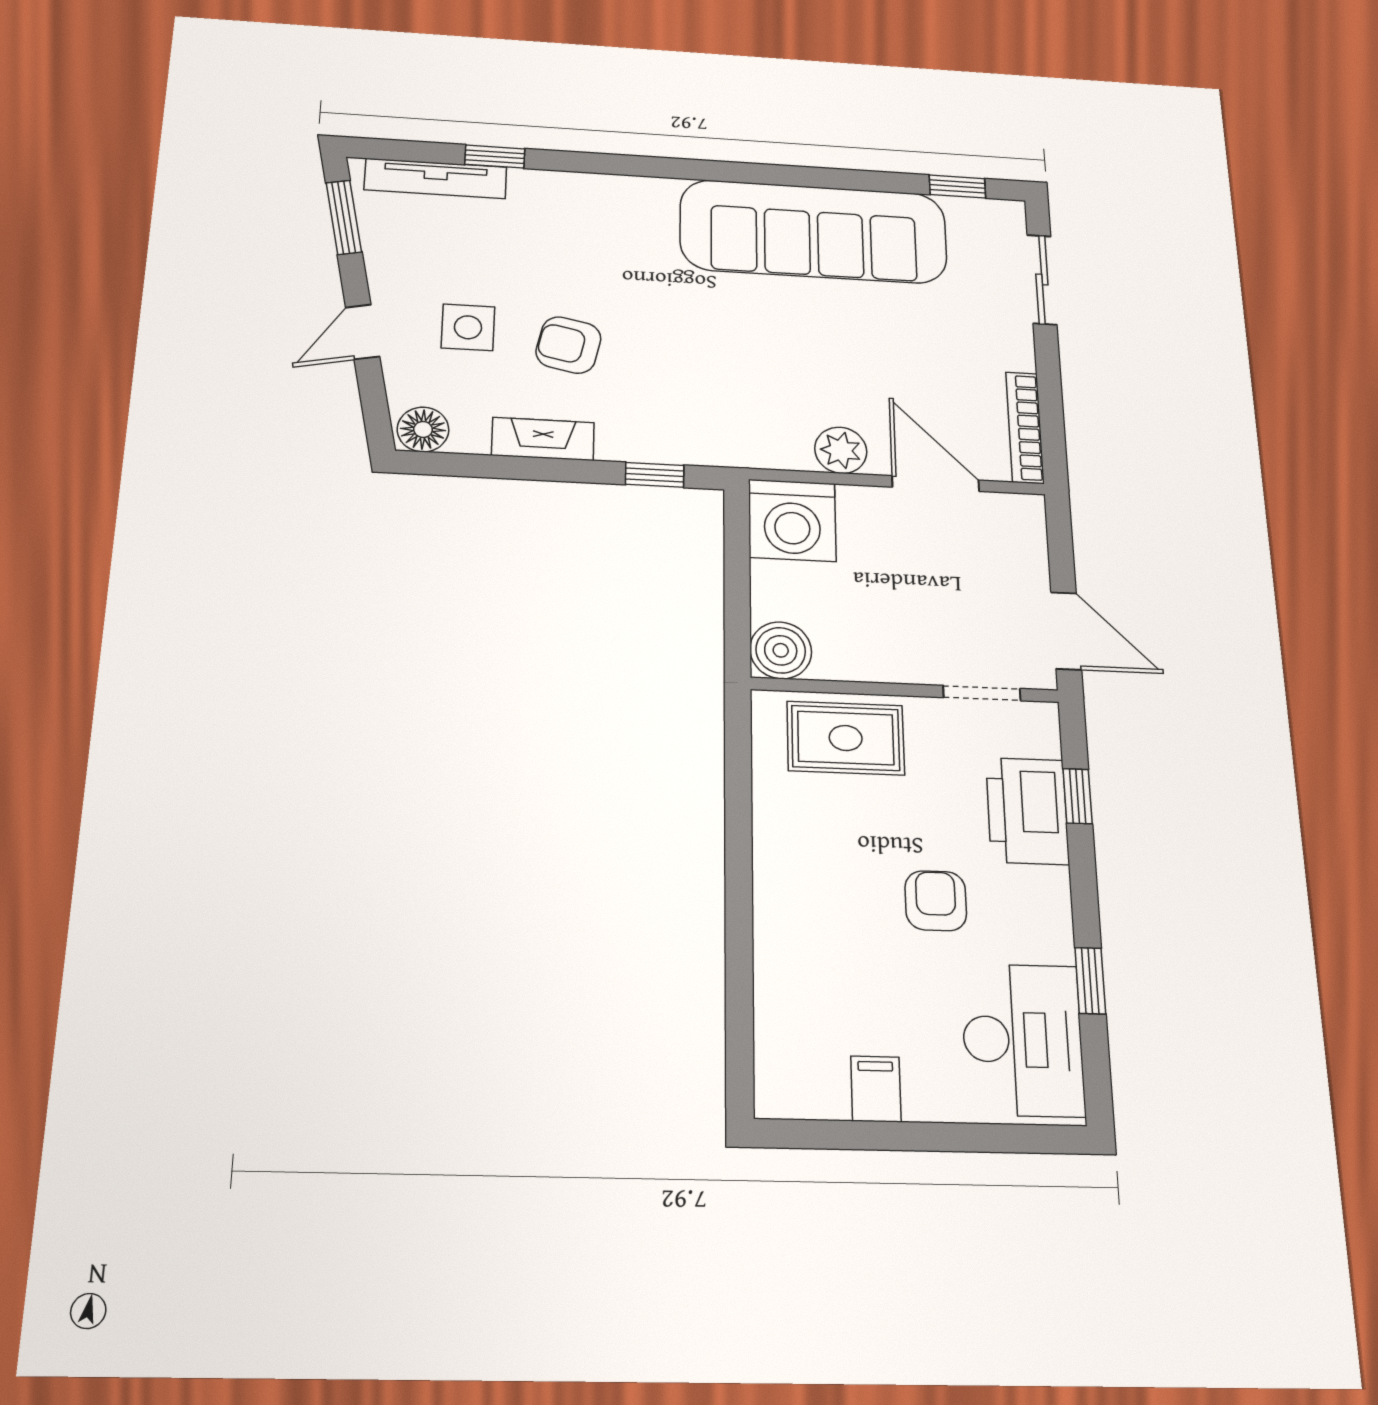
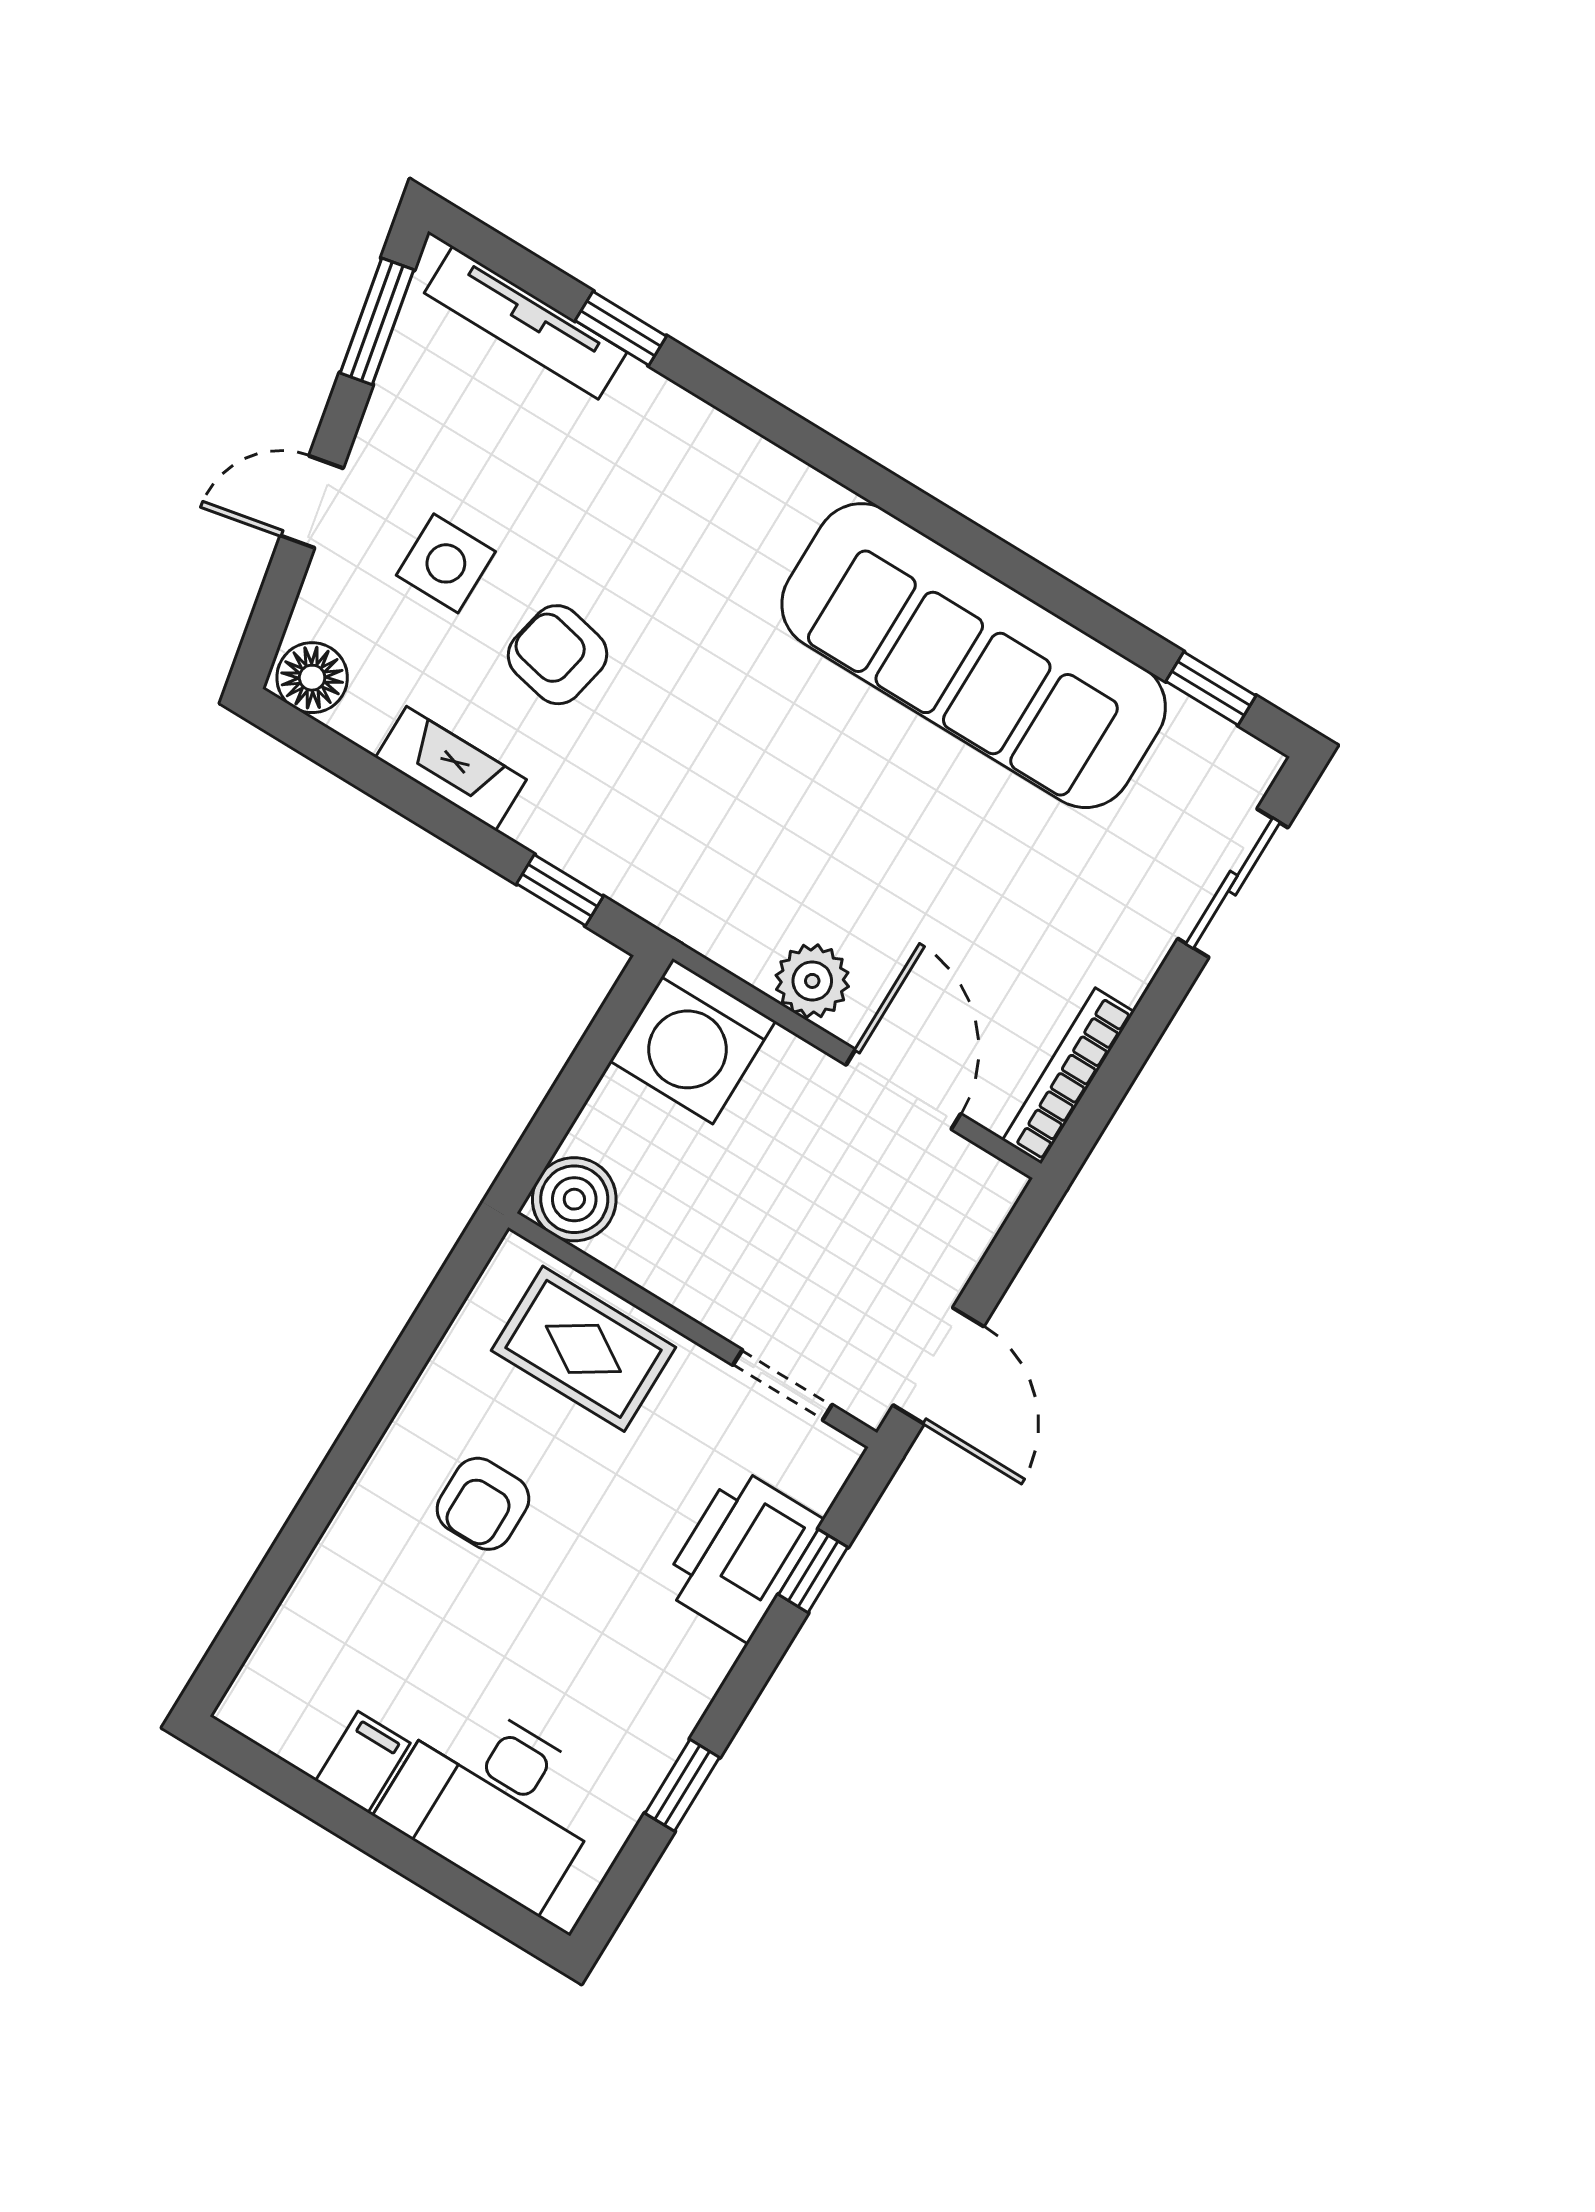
armchair: (936, 901) -> (483, 1504), moved, turned 180
desk: (1023, 1040) -> (495, 1801), moved, turned 90

